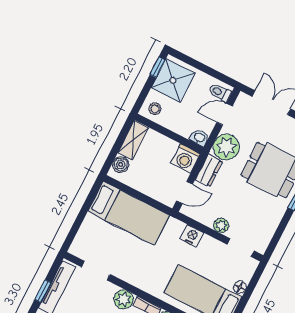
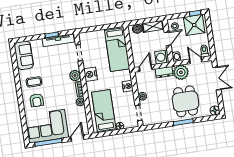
door: (166, 132) -> (168, 39), added
door: (184, 193) -> (146, 68), swing flipped
nightstand: (137, 276) -> (90, 74), added

